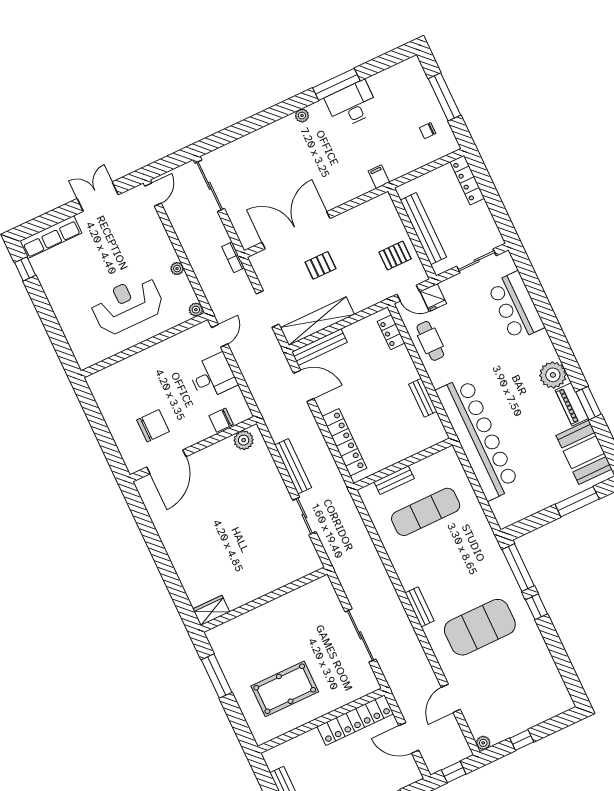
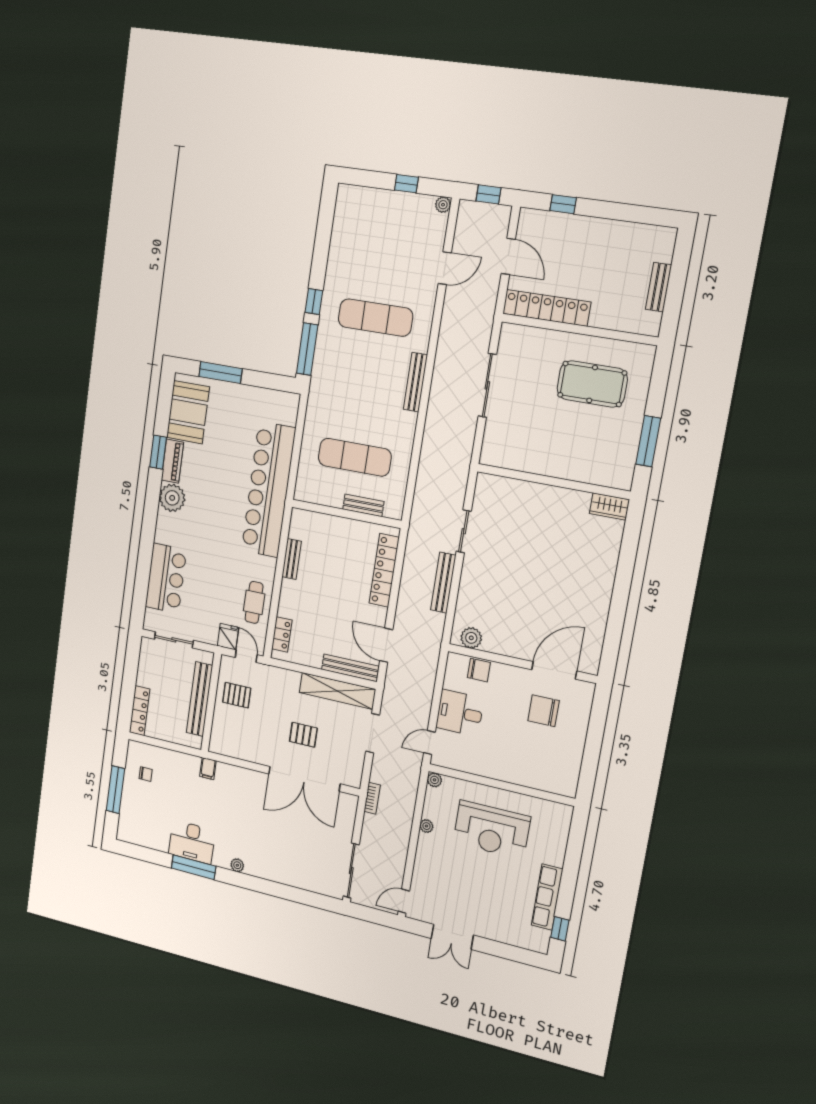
row of seats: (51, 237) -> (547, 897), moved, turned -90
bench: (420, 607) -> (415, 382), width x1.36
exercise mat: (480, 627) -> (375, 318), width x0.68

